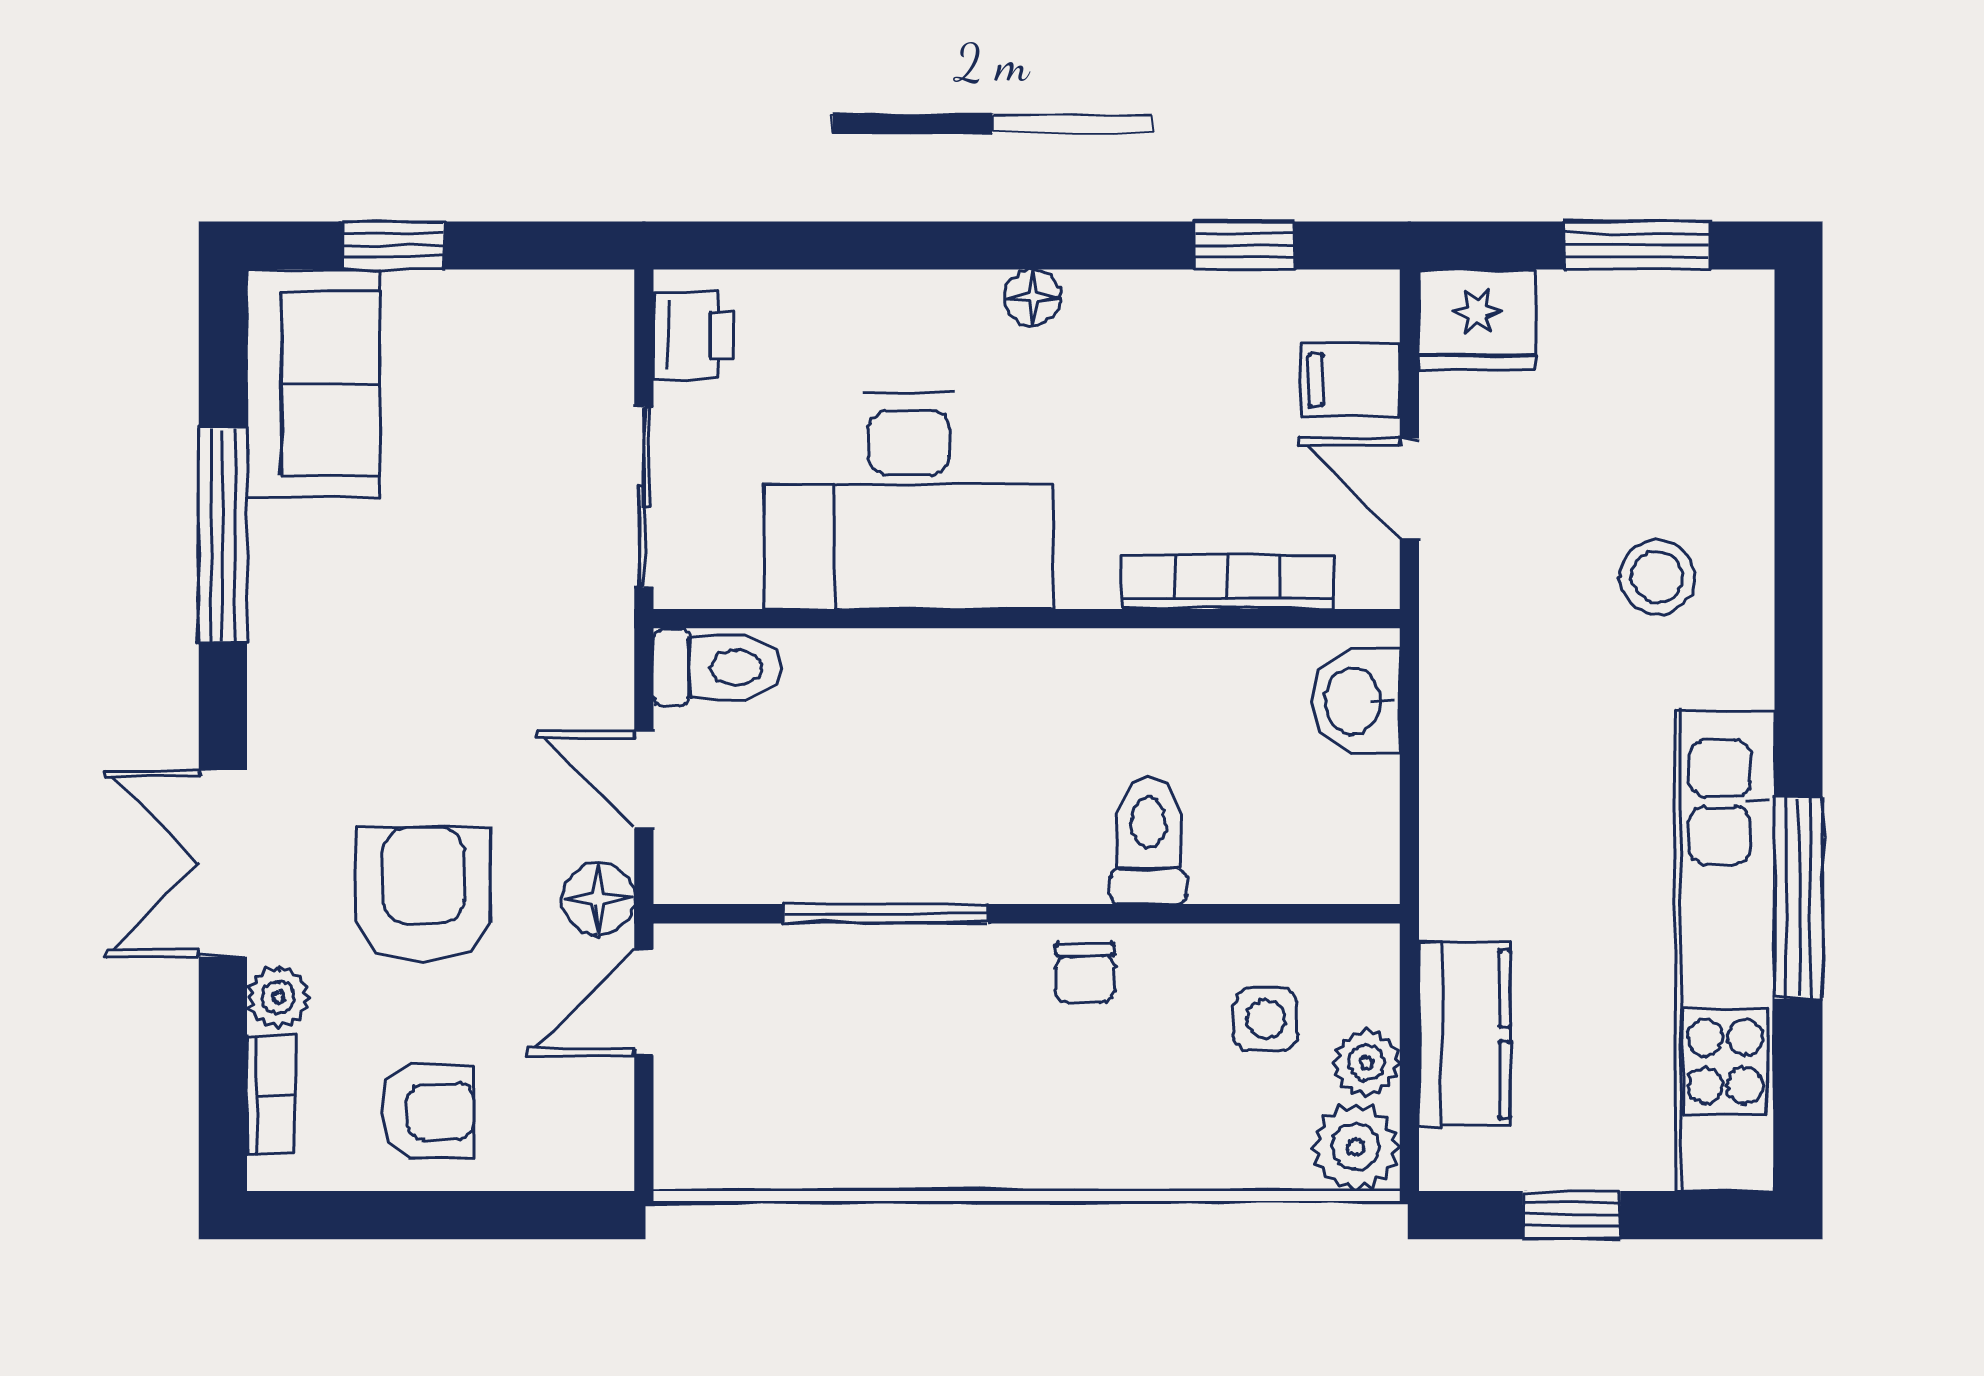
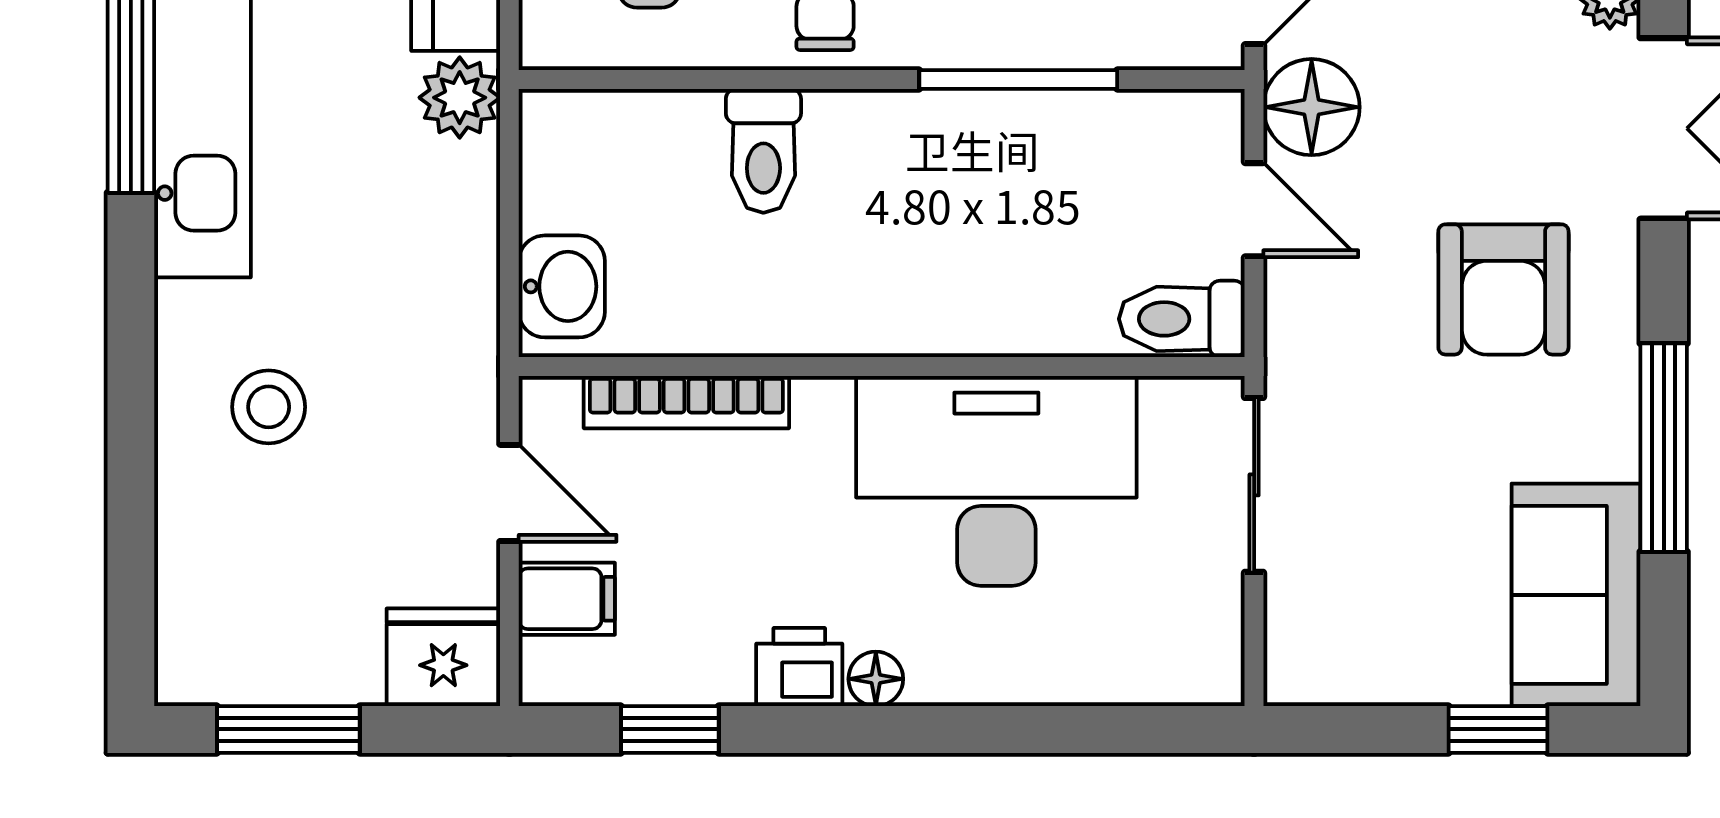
printer: (694, 335) -> (799, 667), moved, turned 90
armchair: (423, 894) -> (1503, 289), moved
plant: (1461, 895) -> (460, 98), added
floor lamp: (598, 899) -> (1312, 107), width x1.38, depth x1.38

